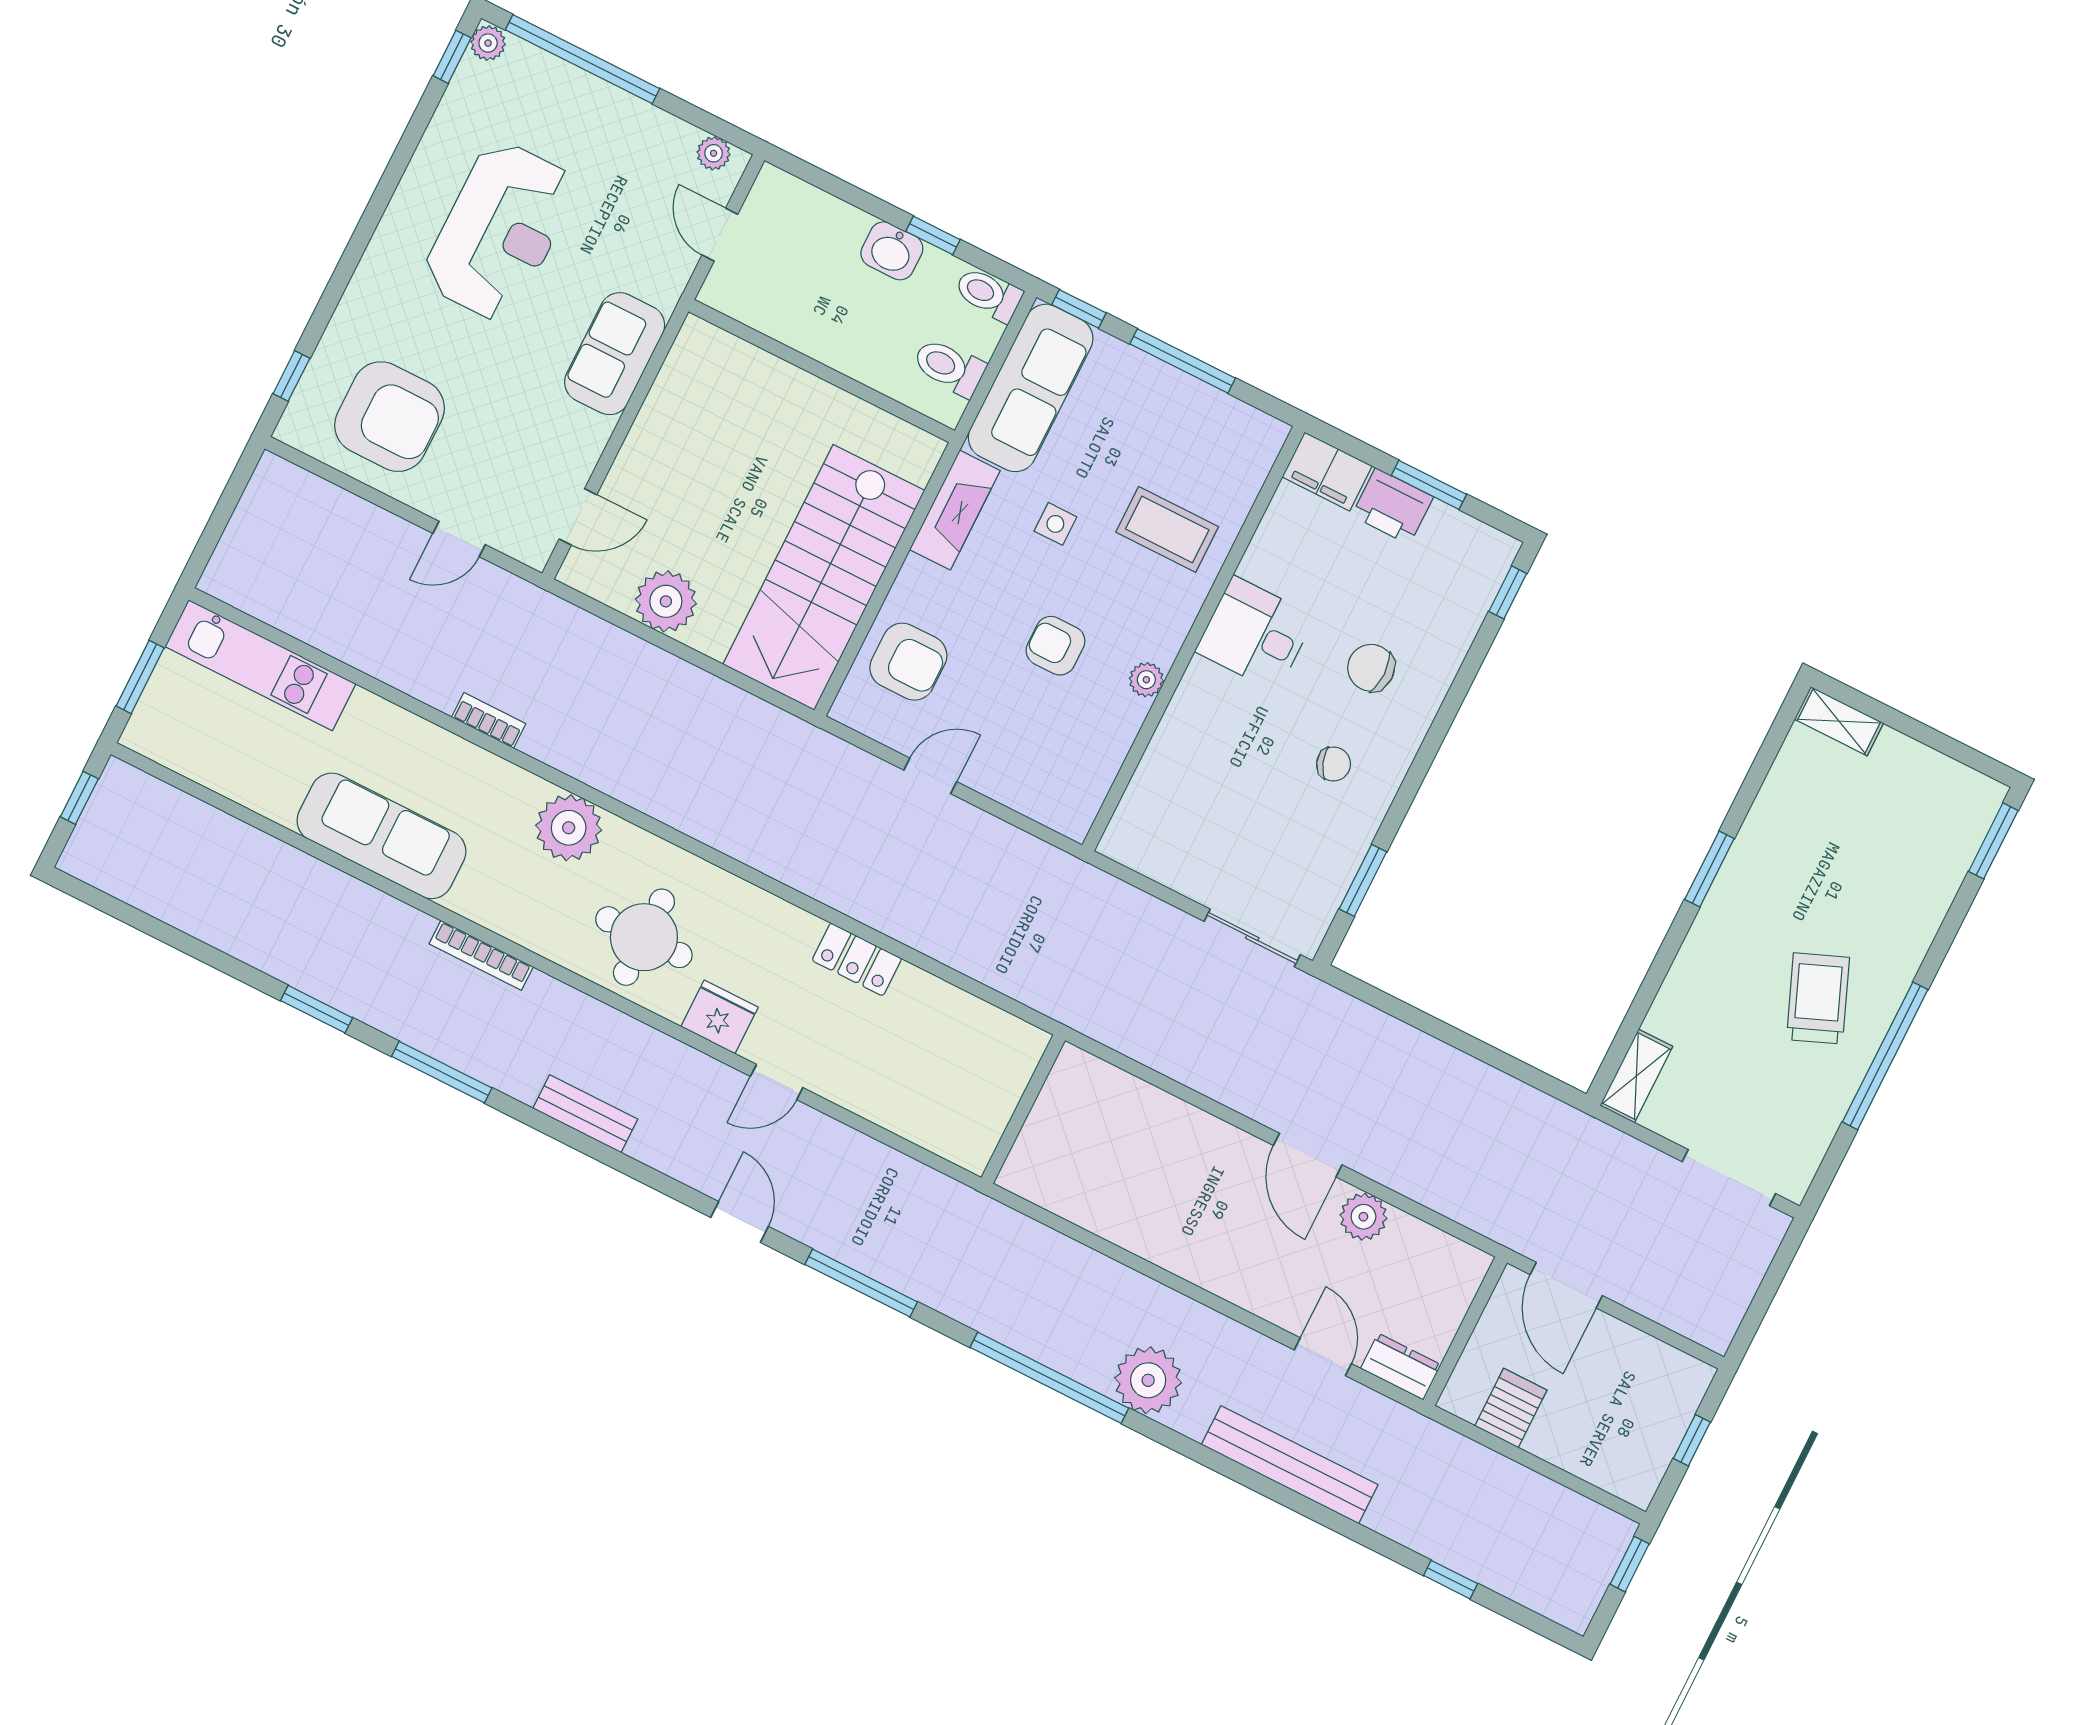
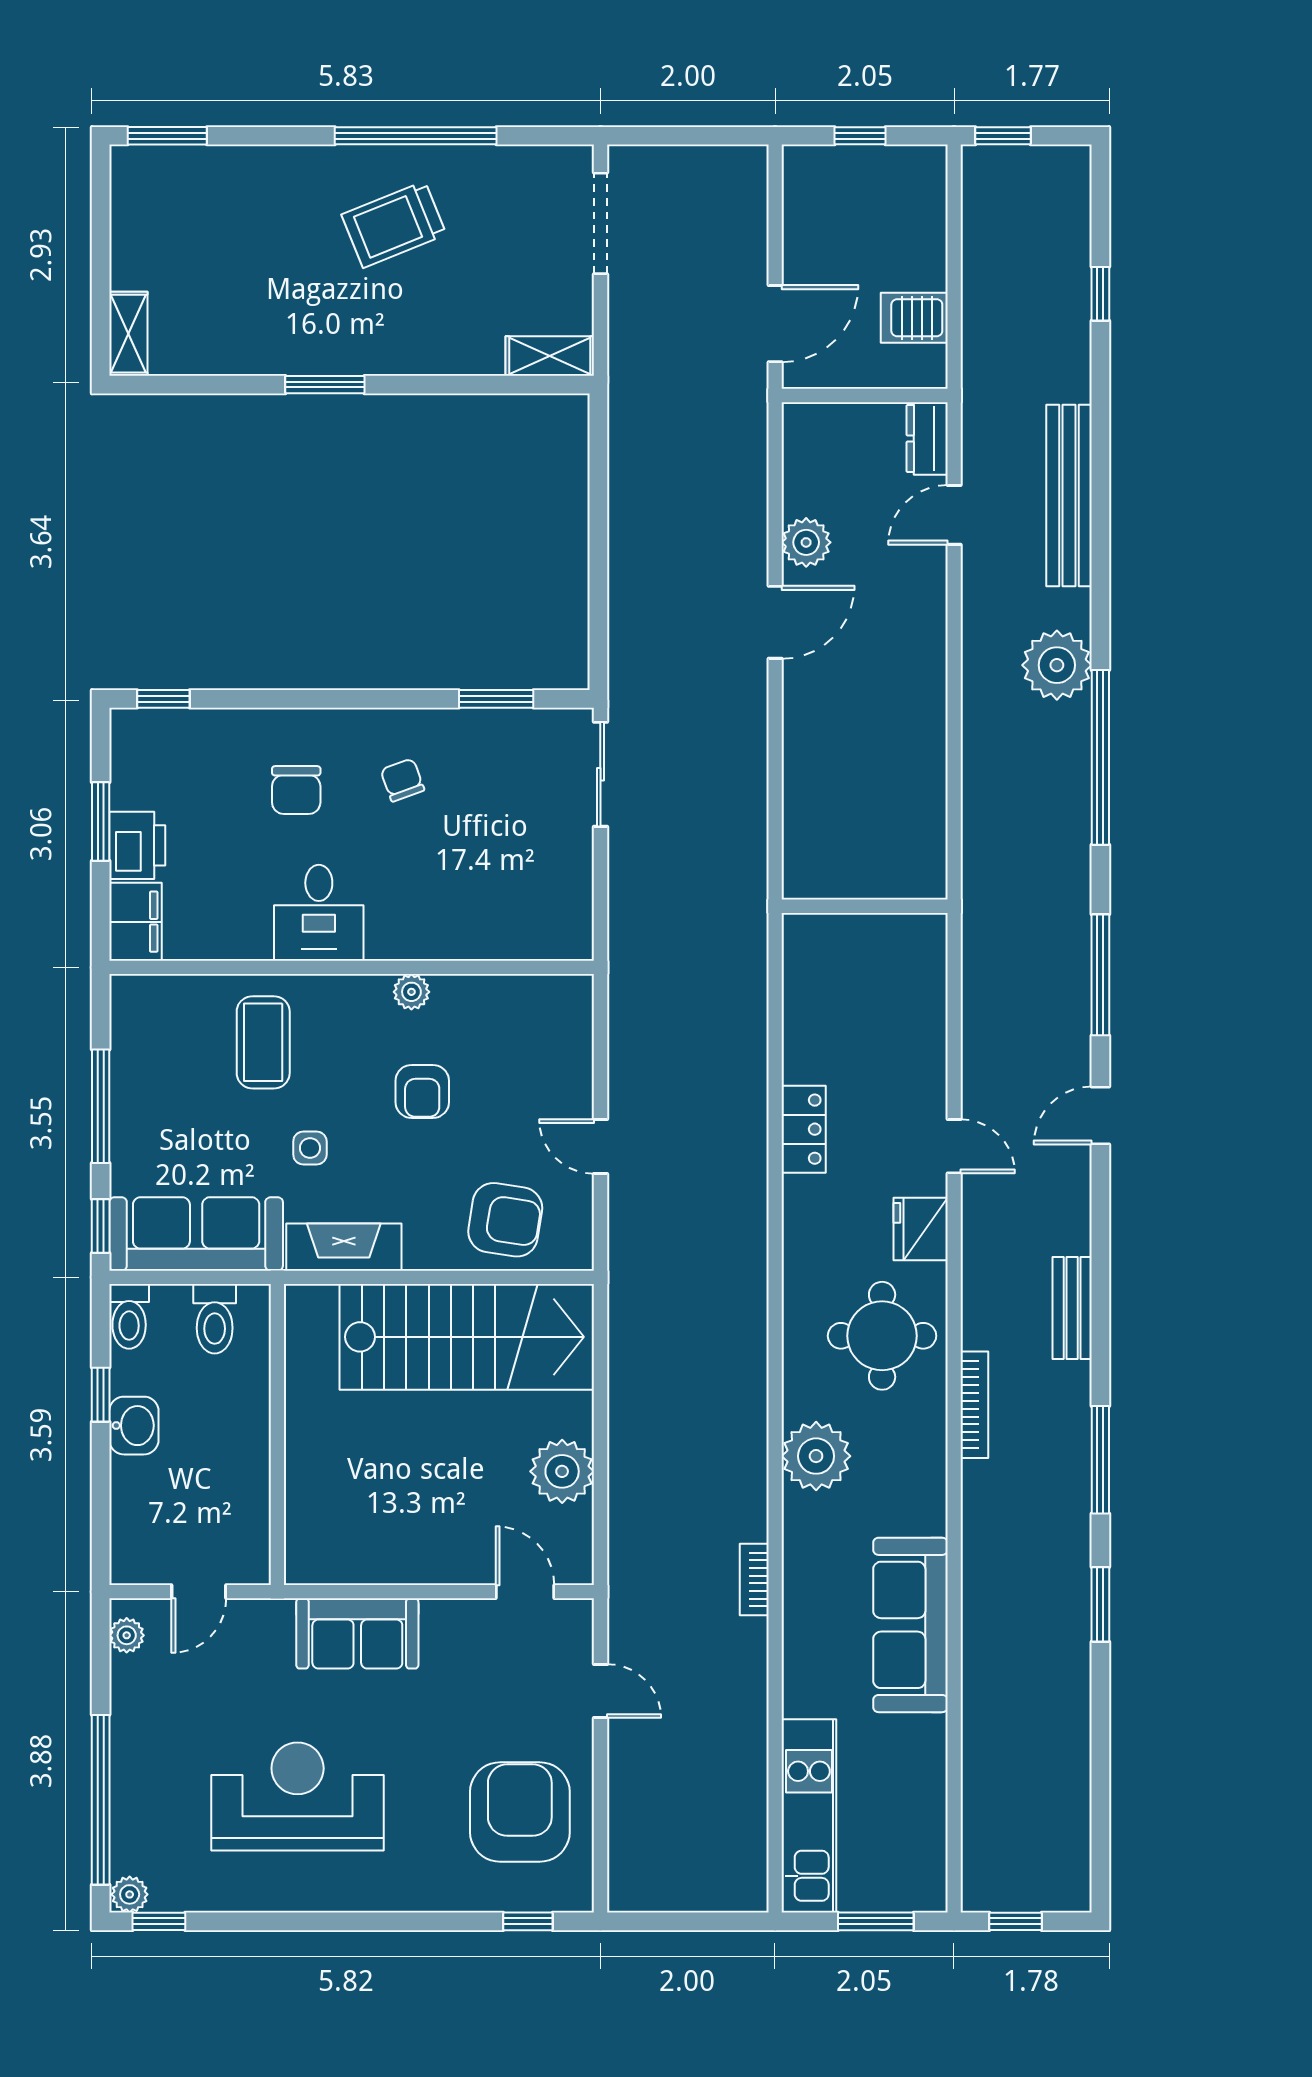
armchair: (908, 662) -> (505, 1220), turned 99
bookcase: (481, 955) -> (974, 1405), moved

